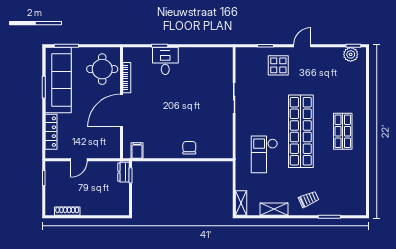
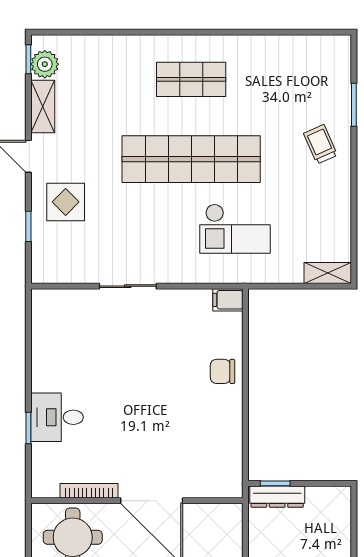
filing cabinet: (137, 151) -> (228, 300), moved
dresser: (124, 172) -> (277, 497), width x1.44
shelving: (274, 209) -> (43, 106), moved

